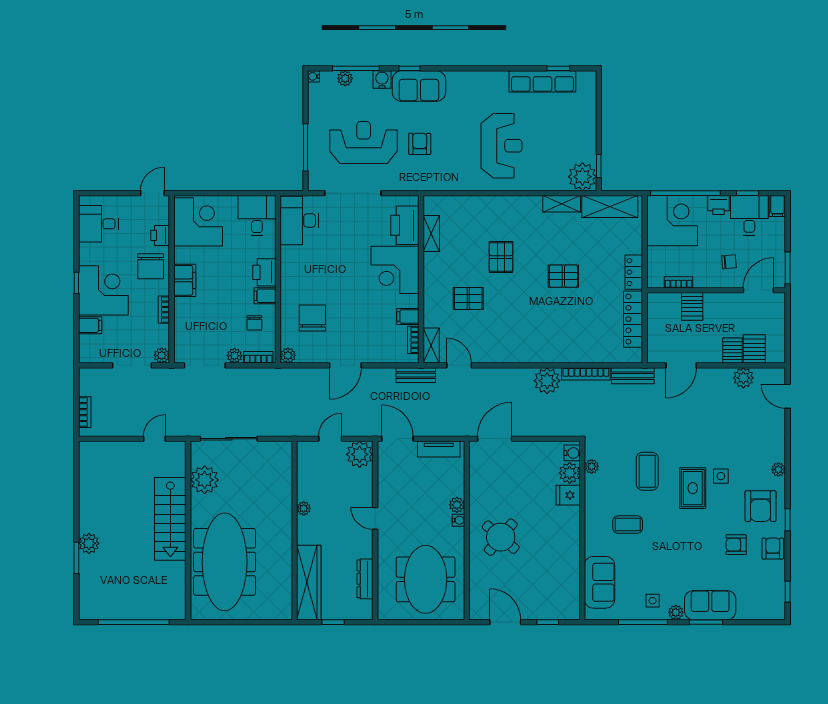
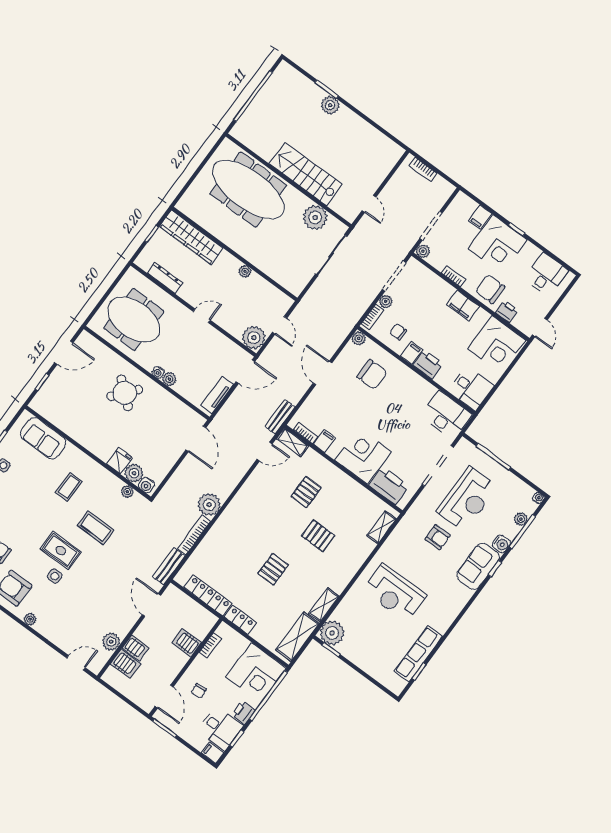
shelving: (431, 233) -> (381, 527), moved, turned 90

